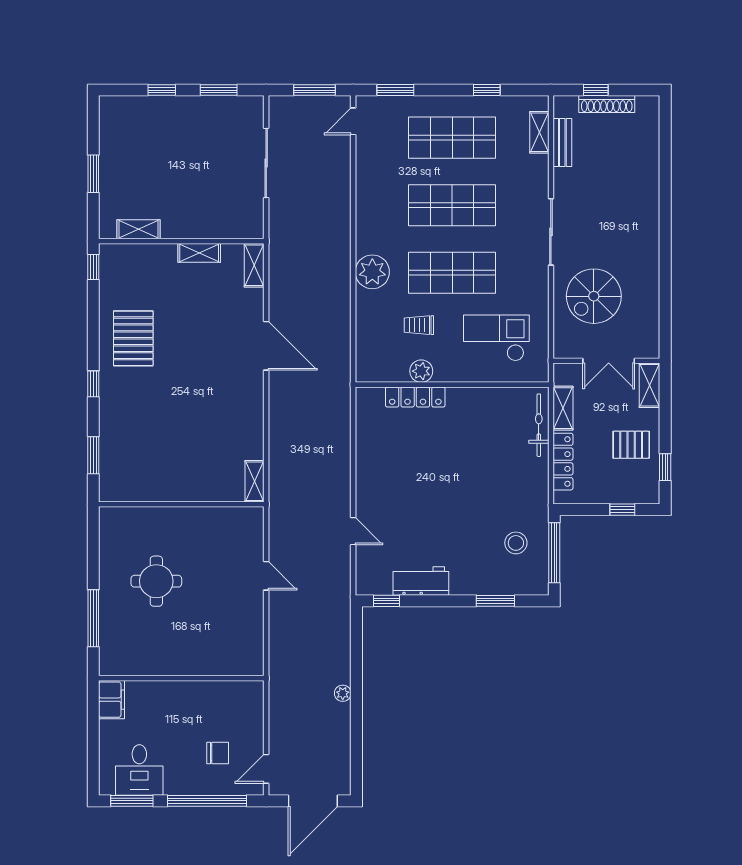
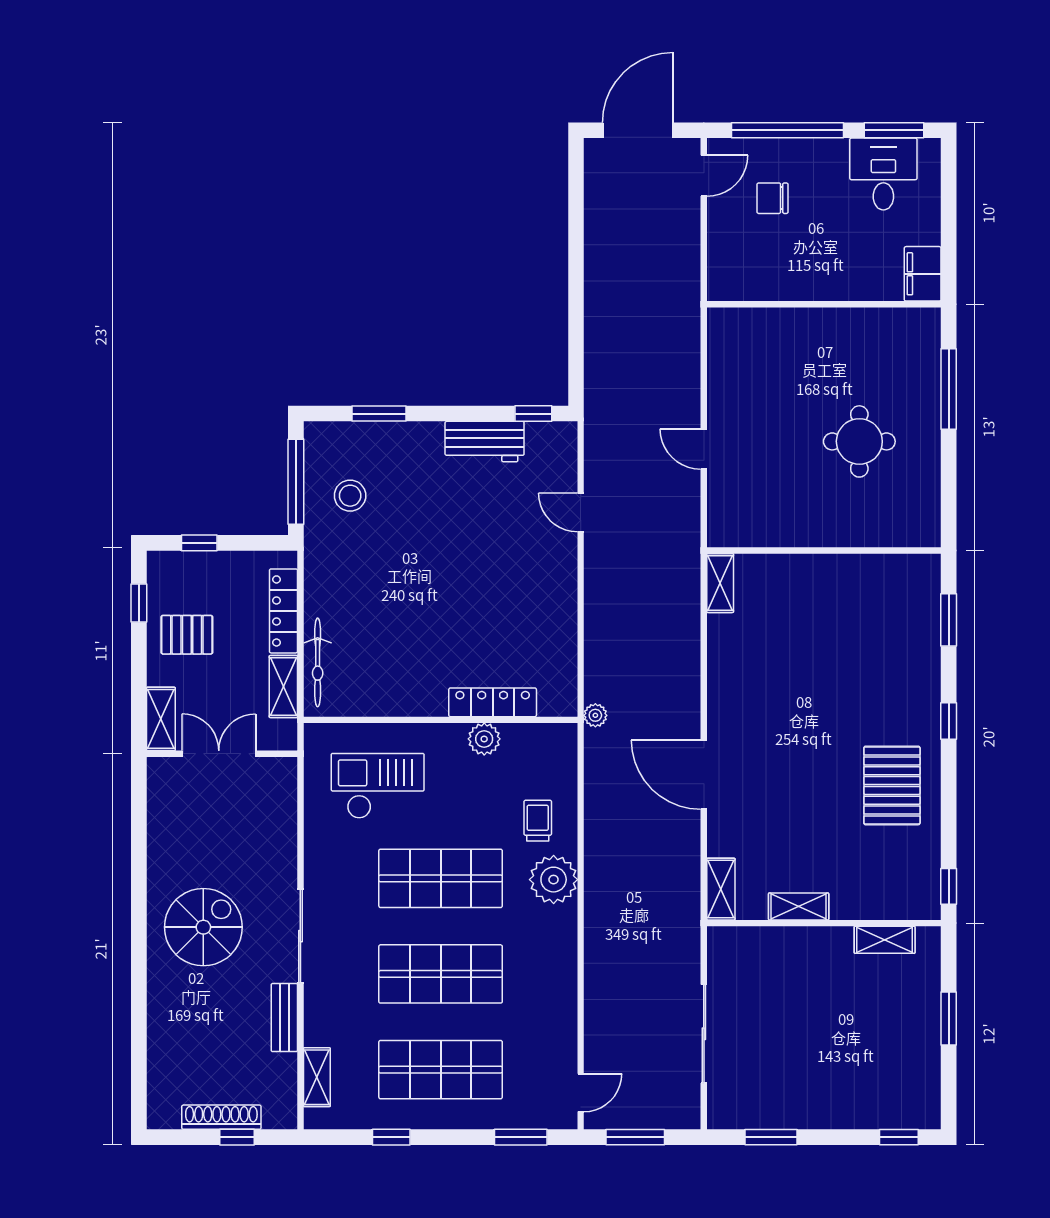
window: (162, 90) -> (899, 1137), moved
bench: (562, 142) -> (284, 1018), moved
spiral stairs: (594, 296) -> (203, 927), moved
trolley: (419, 325) -> (538, 821), moved, turned -90
checkout: (496, 338) -> (378, 786), turned 180
plant: (343, 693) -> (595, 715), moved

